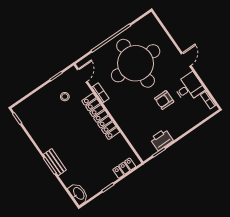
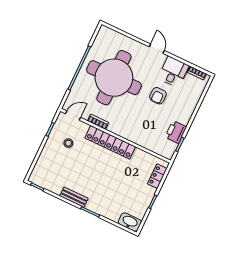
door: (82, 75) -> (73, 116), hinge flipped
bench: (55, 162) -> (74, 197), moved

